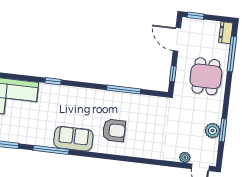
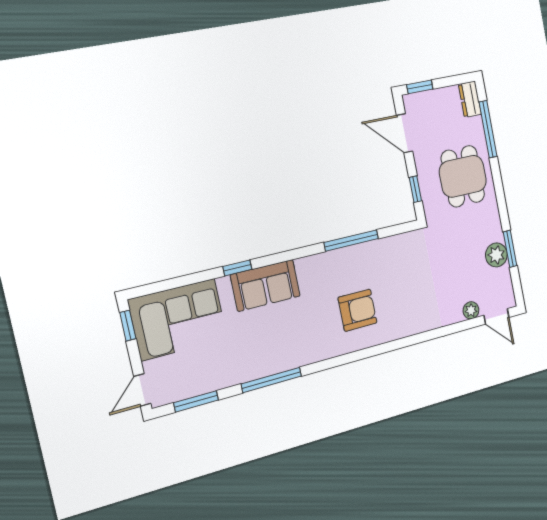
sofa: (73, 139) -> (265, 285), moved, turned 180

